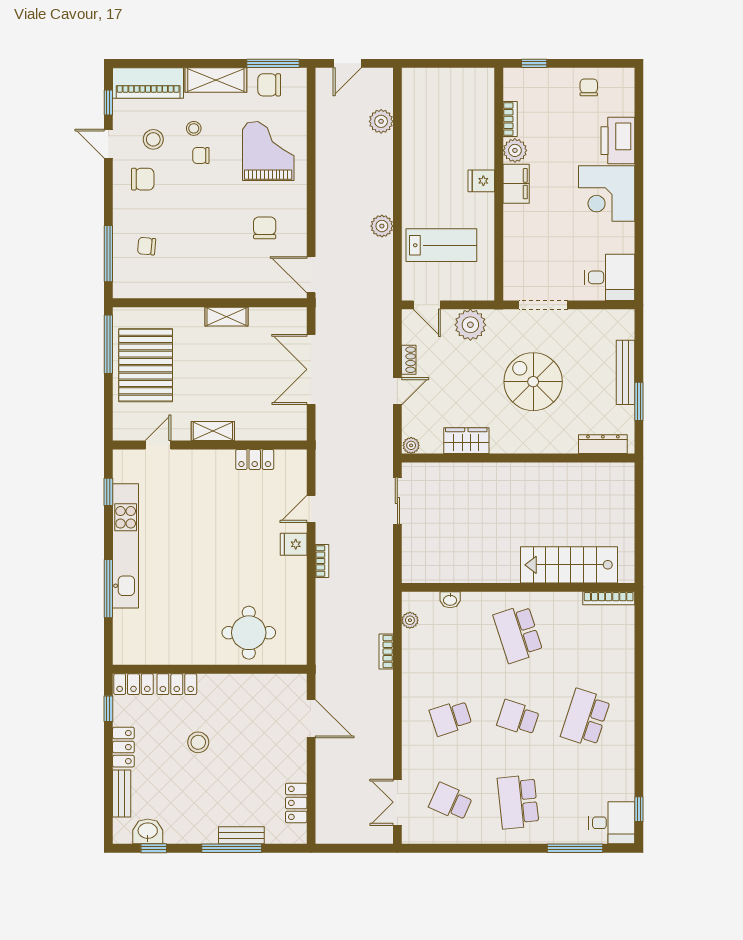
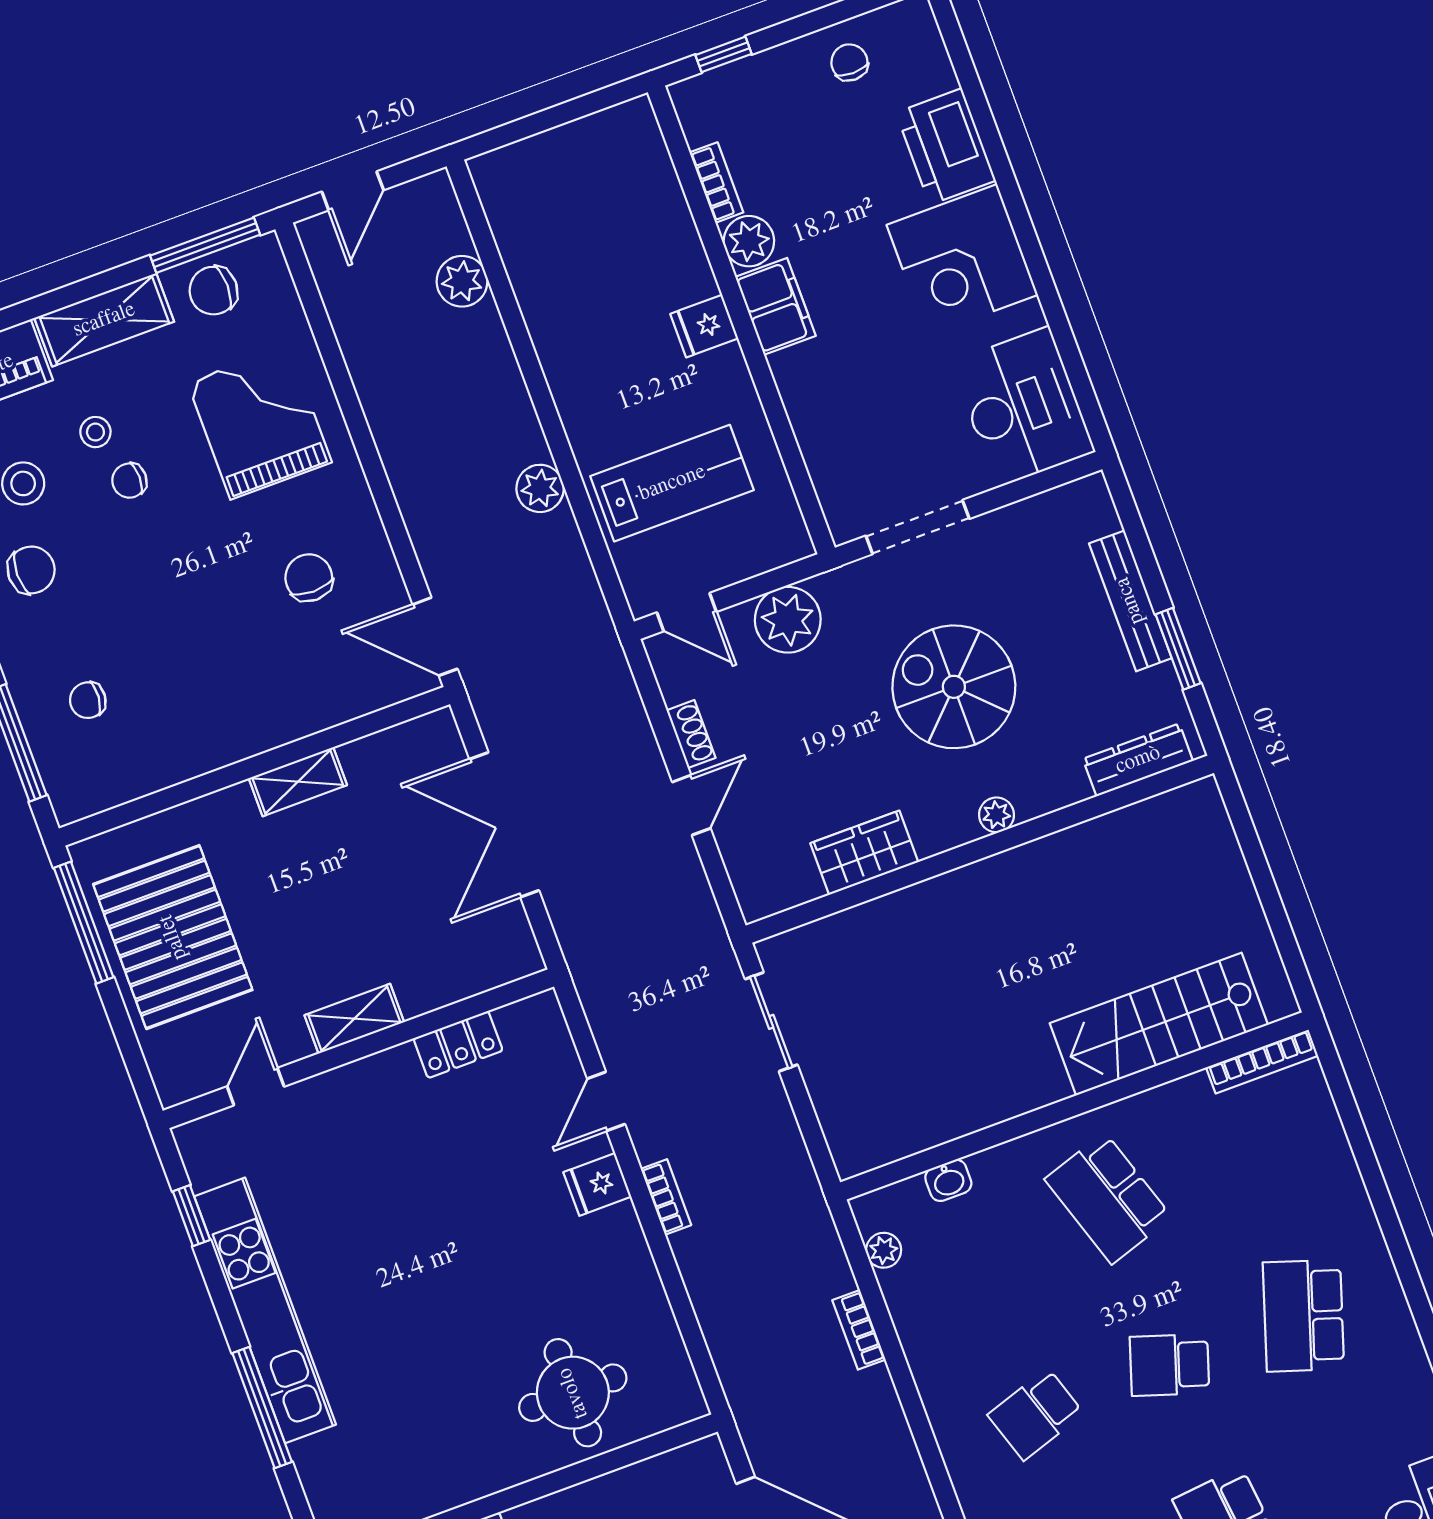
desk: (610, 277) -> (1023, 407), width x1.37
plant: (411, 445) -> (997, 815), moved

